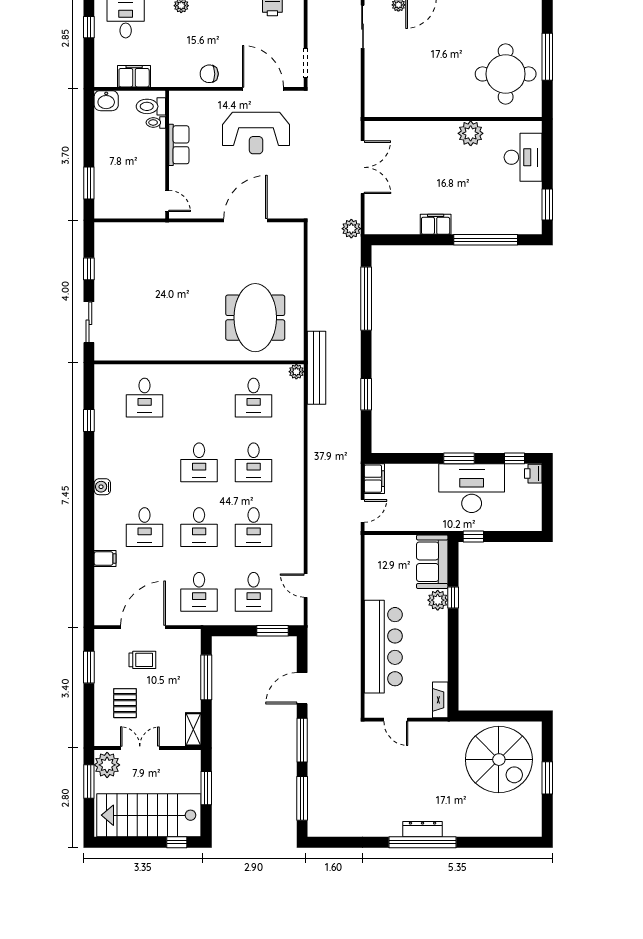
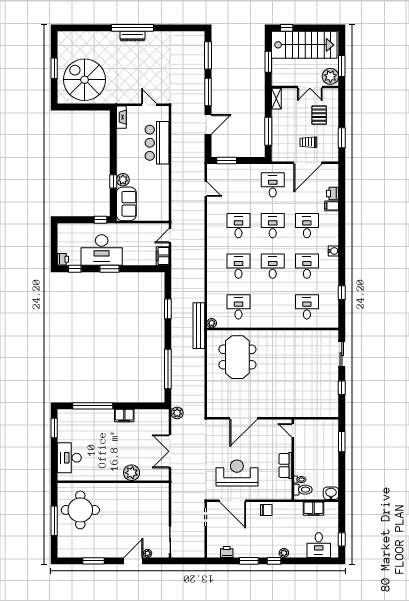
plant: (471, 133) -> (132, 473), moved
printer: (104, 578) -> (333, 193), added
desk: (254, 592) -> (307, 266), moved
bar counter: (383, 647) -> (157, 143), width x0.73

